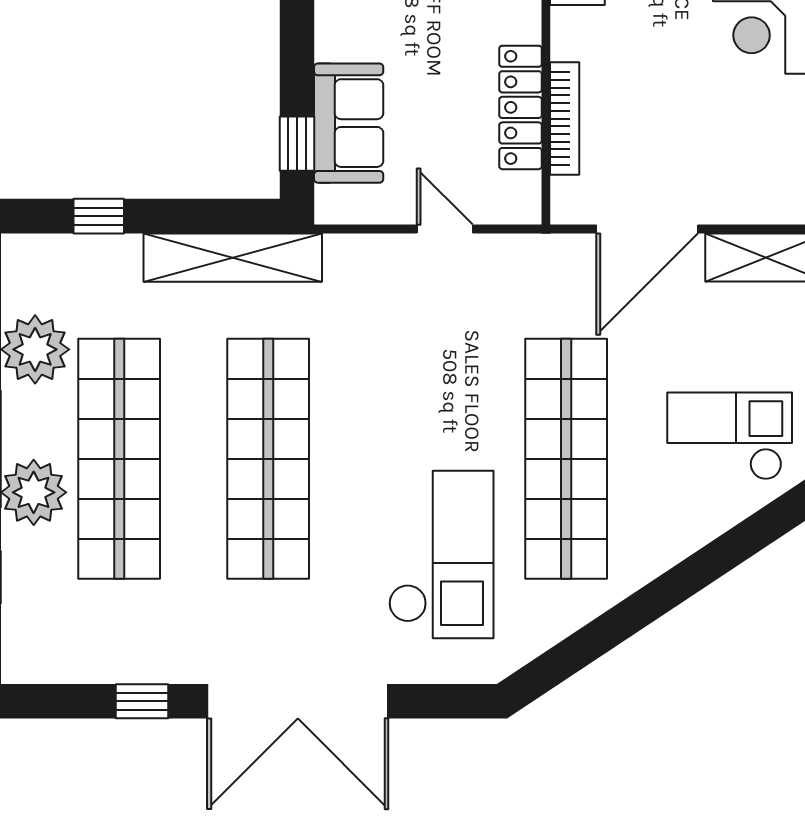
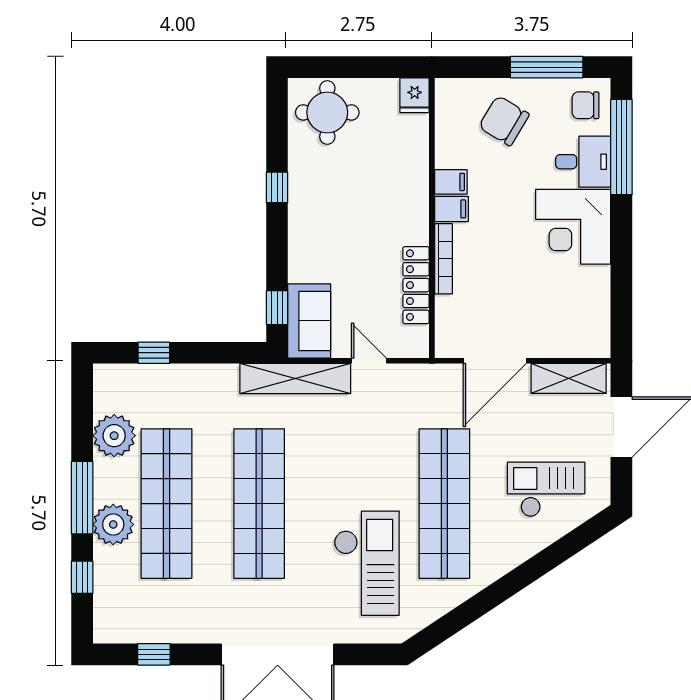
bookcase: (565, 119) -> (443, 259), moved
sofa: (349, 123) -> (309, 321), moved
shelving: (233, 258) -> (295, 379), moved
window: (142, 701) -> (154, 654), moved

